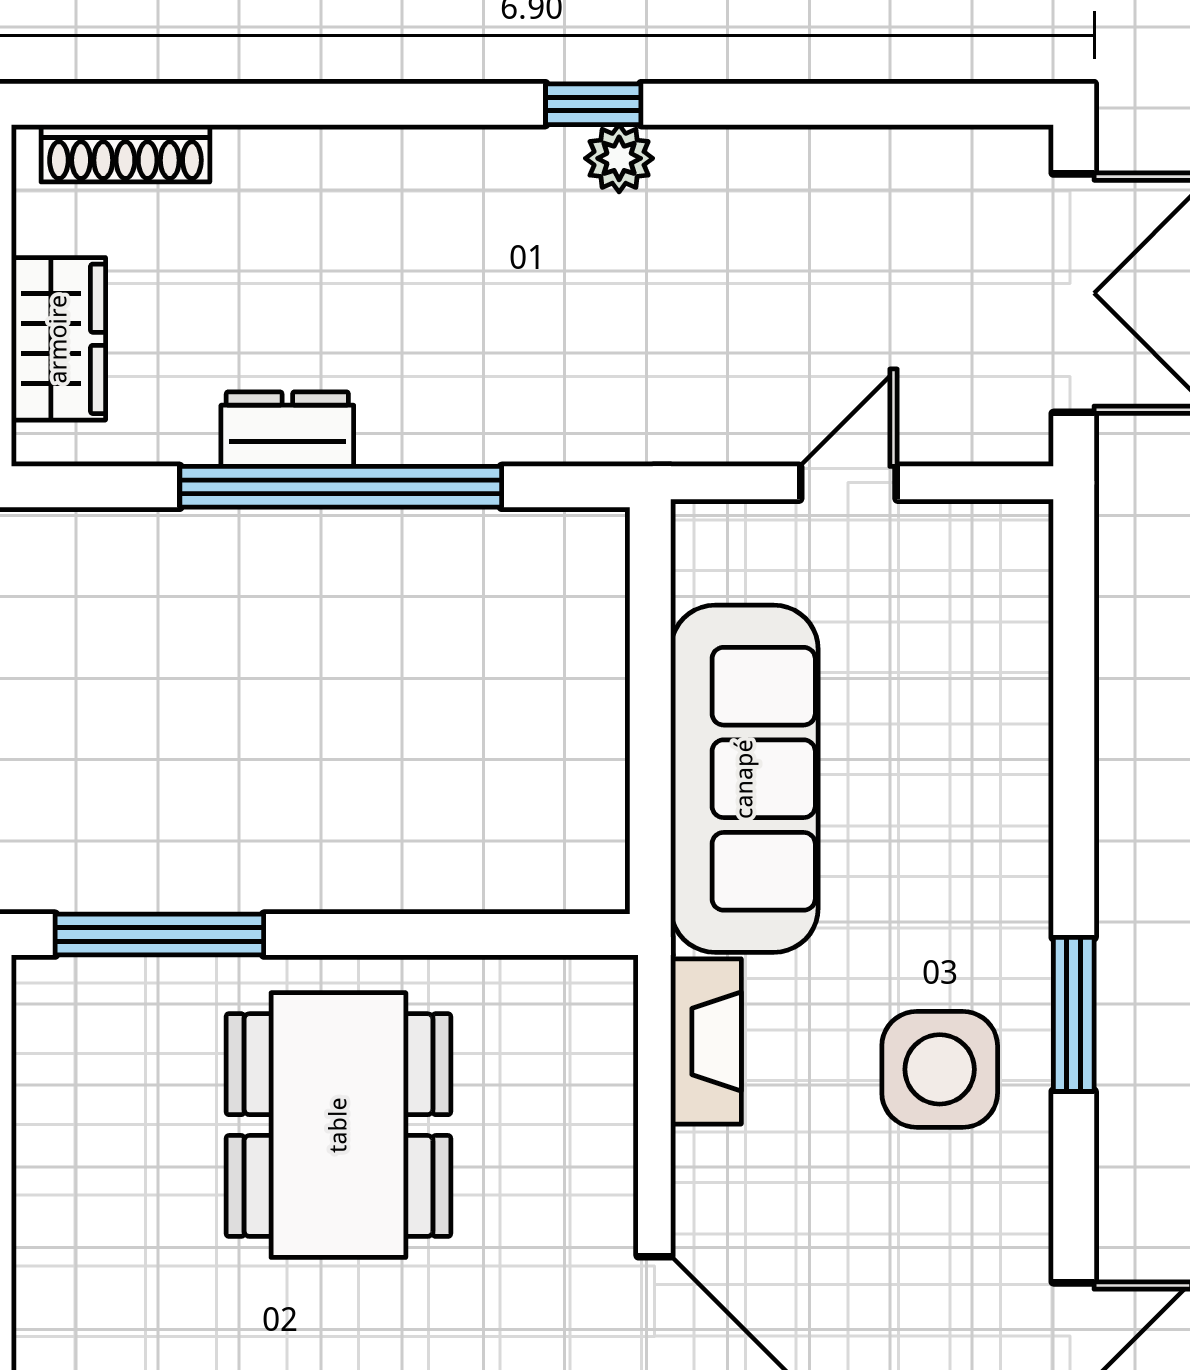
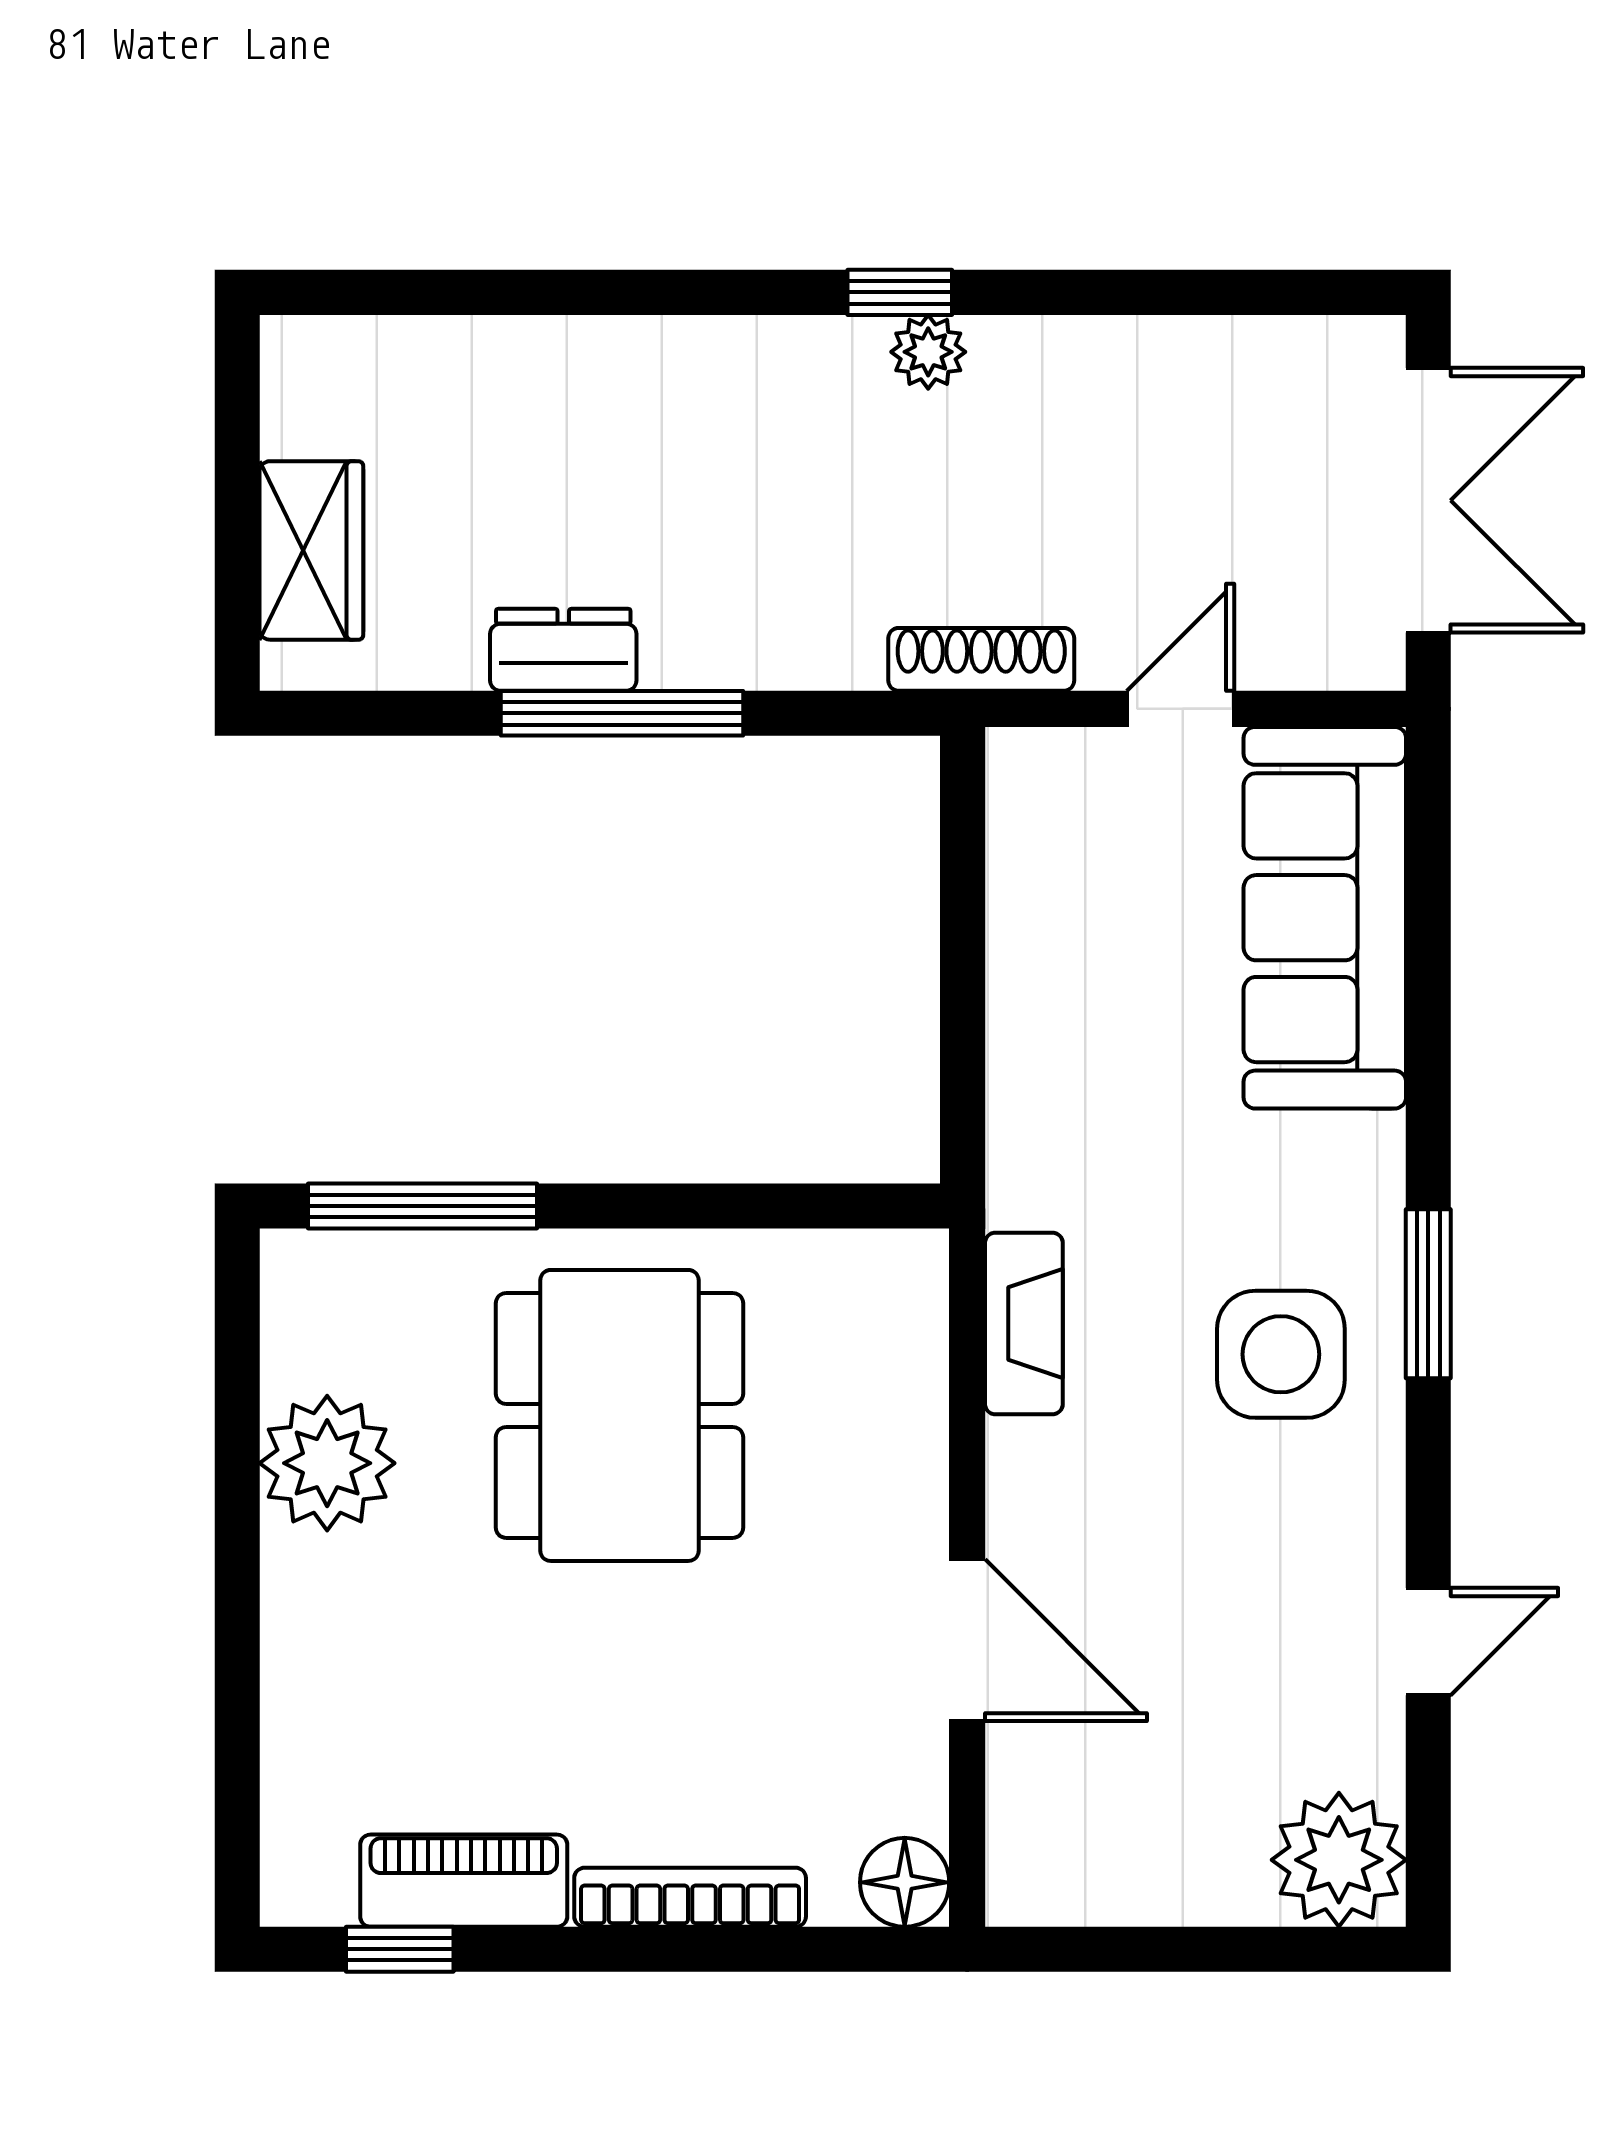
shoe rack: (125, 153) -> (981, 659), moved, turned 180
window: (341, 487) -> (622, 713), width x0.68
sofa: (744, 779) -> (1325, 918), moved, turned 180
plant: (73, 1168) -> (327, 1463), added

